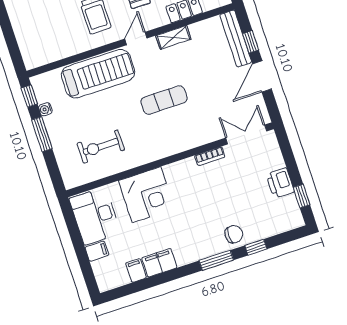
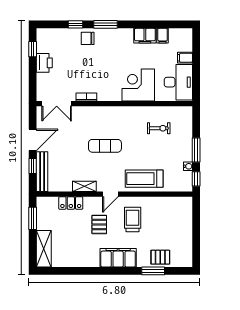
treadmill: (98, 74) -> (144, 179), width x0.73, depth x0.73
exercise bike: (101, 147) -> (159, 128), width x0.73, depth x0.72

